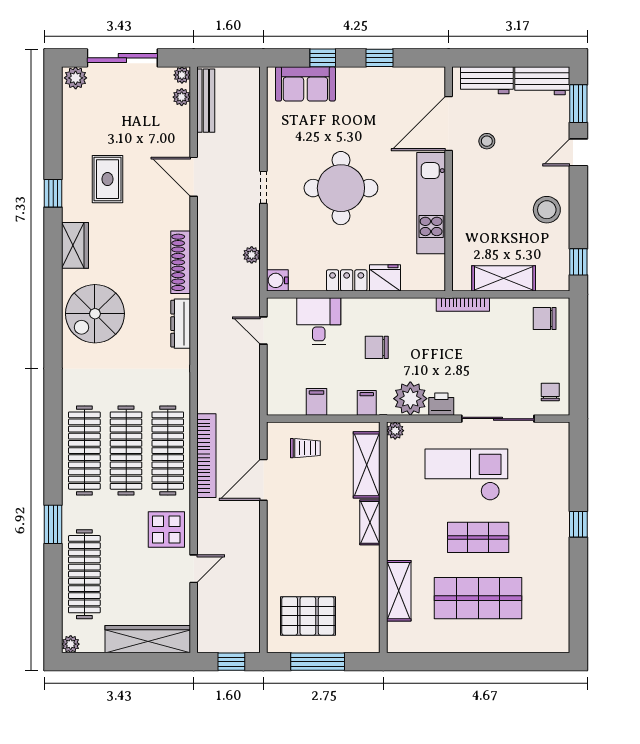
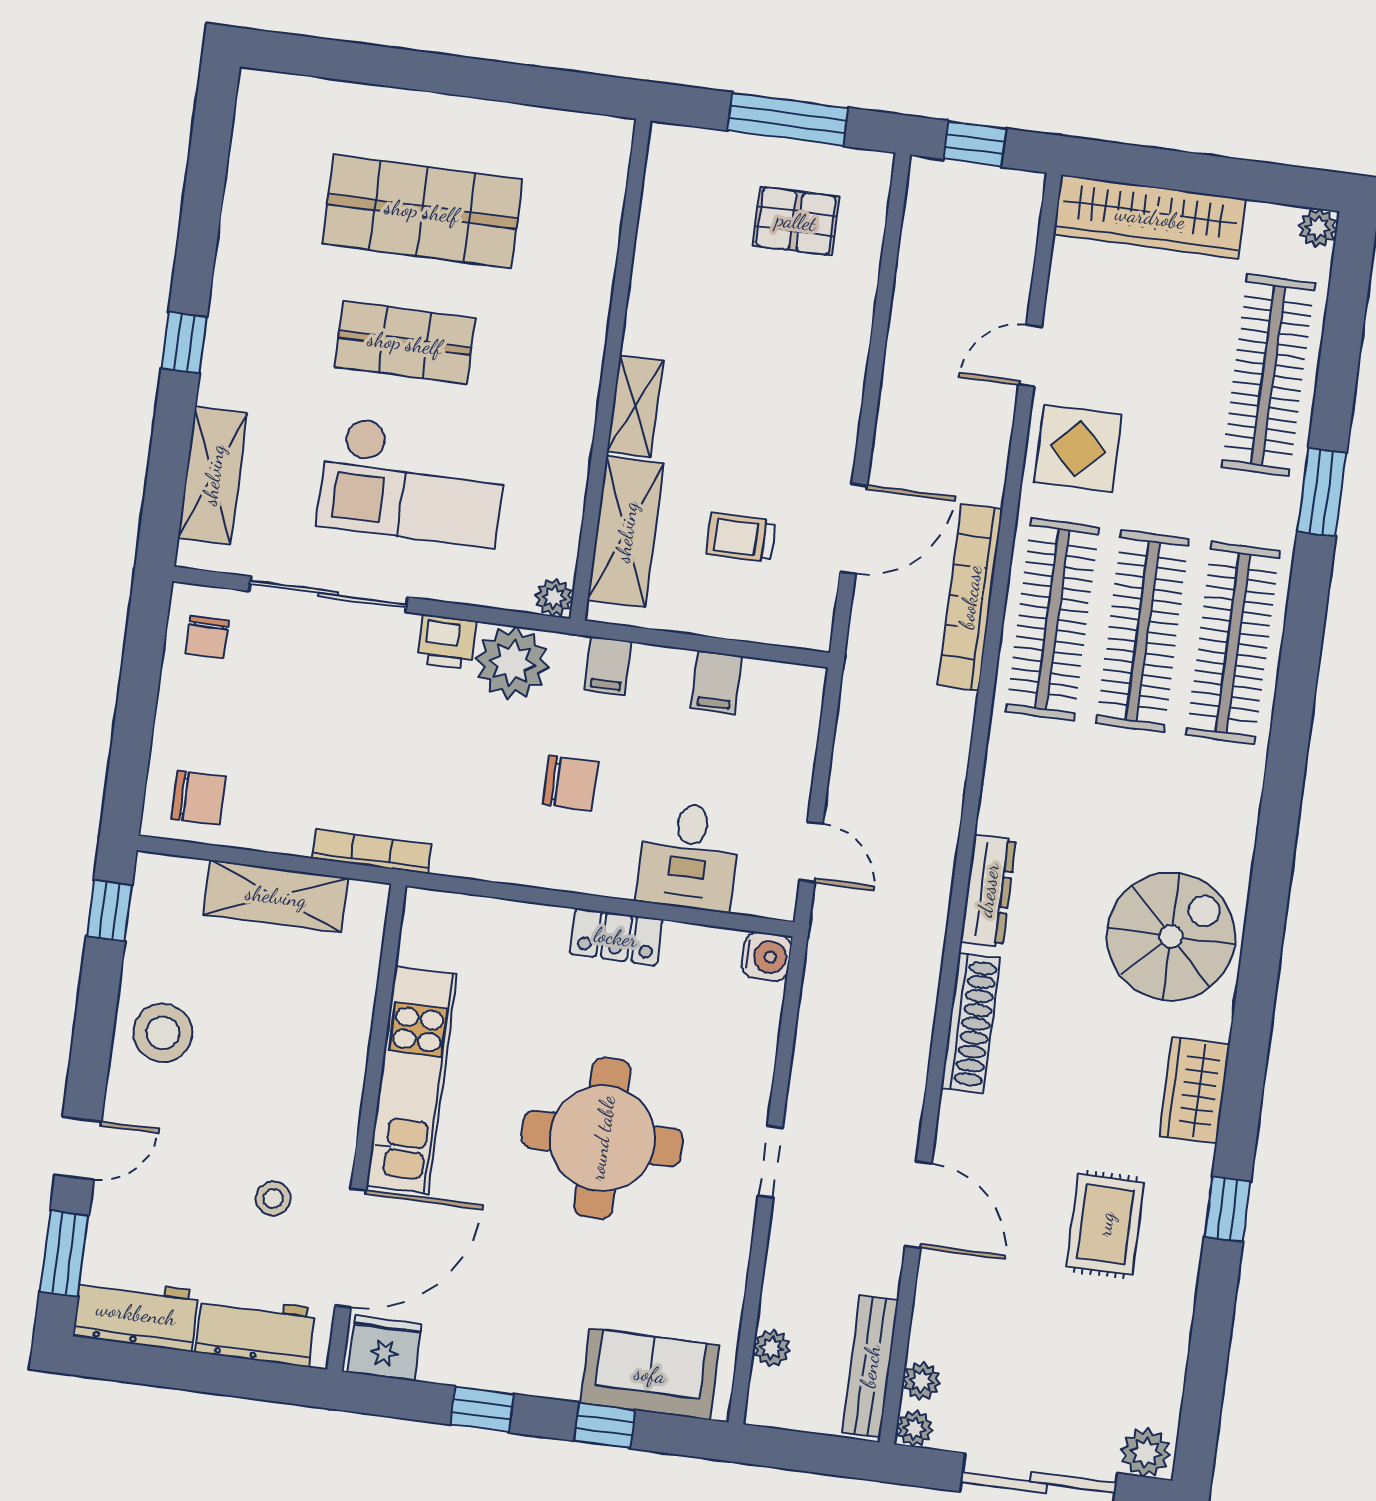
plant: (252, 255) -> (772, 1348), moved
fridge: (385, 278) -> (385, 1348), moved, turned 180
trolley: (305, 448) -> (741, 538), moved
shelving: (399, 591) -> (213, 475), moved
pallet: (308, 616) -> (796, 221), width x0.67, depth x0.71

